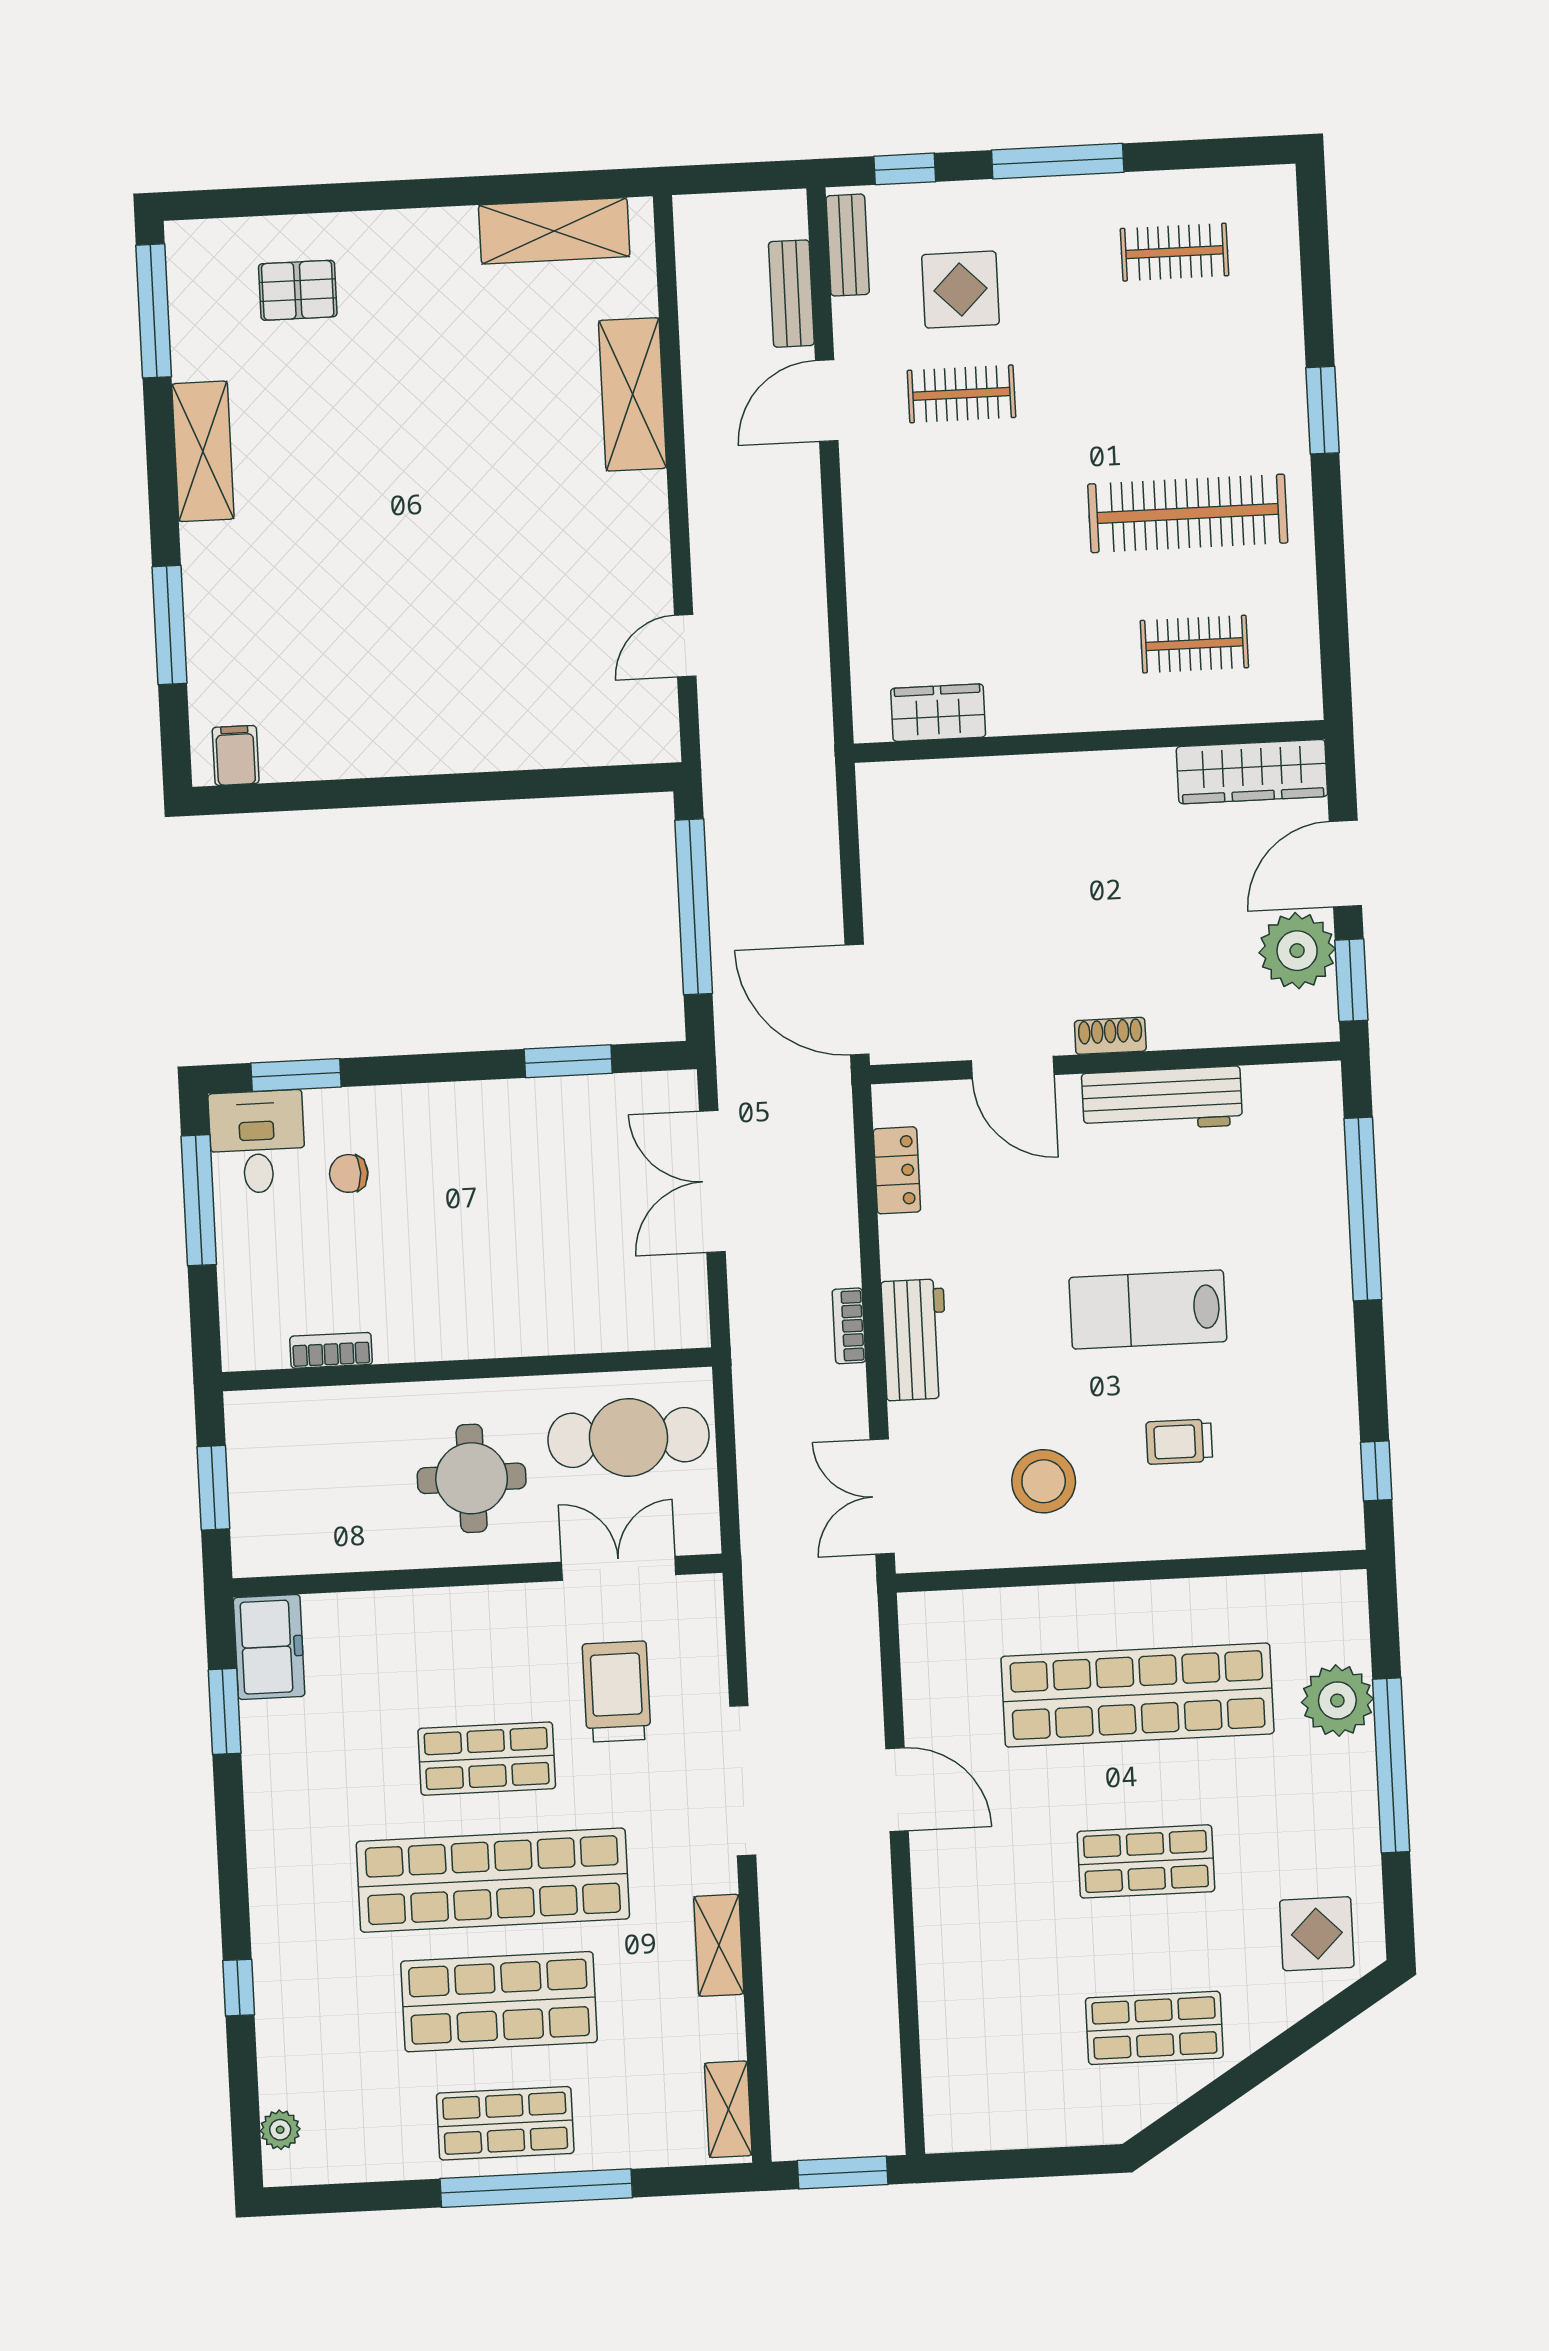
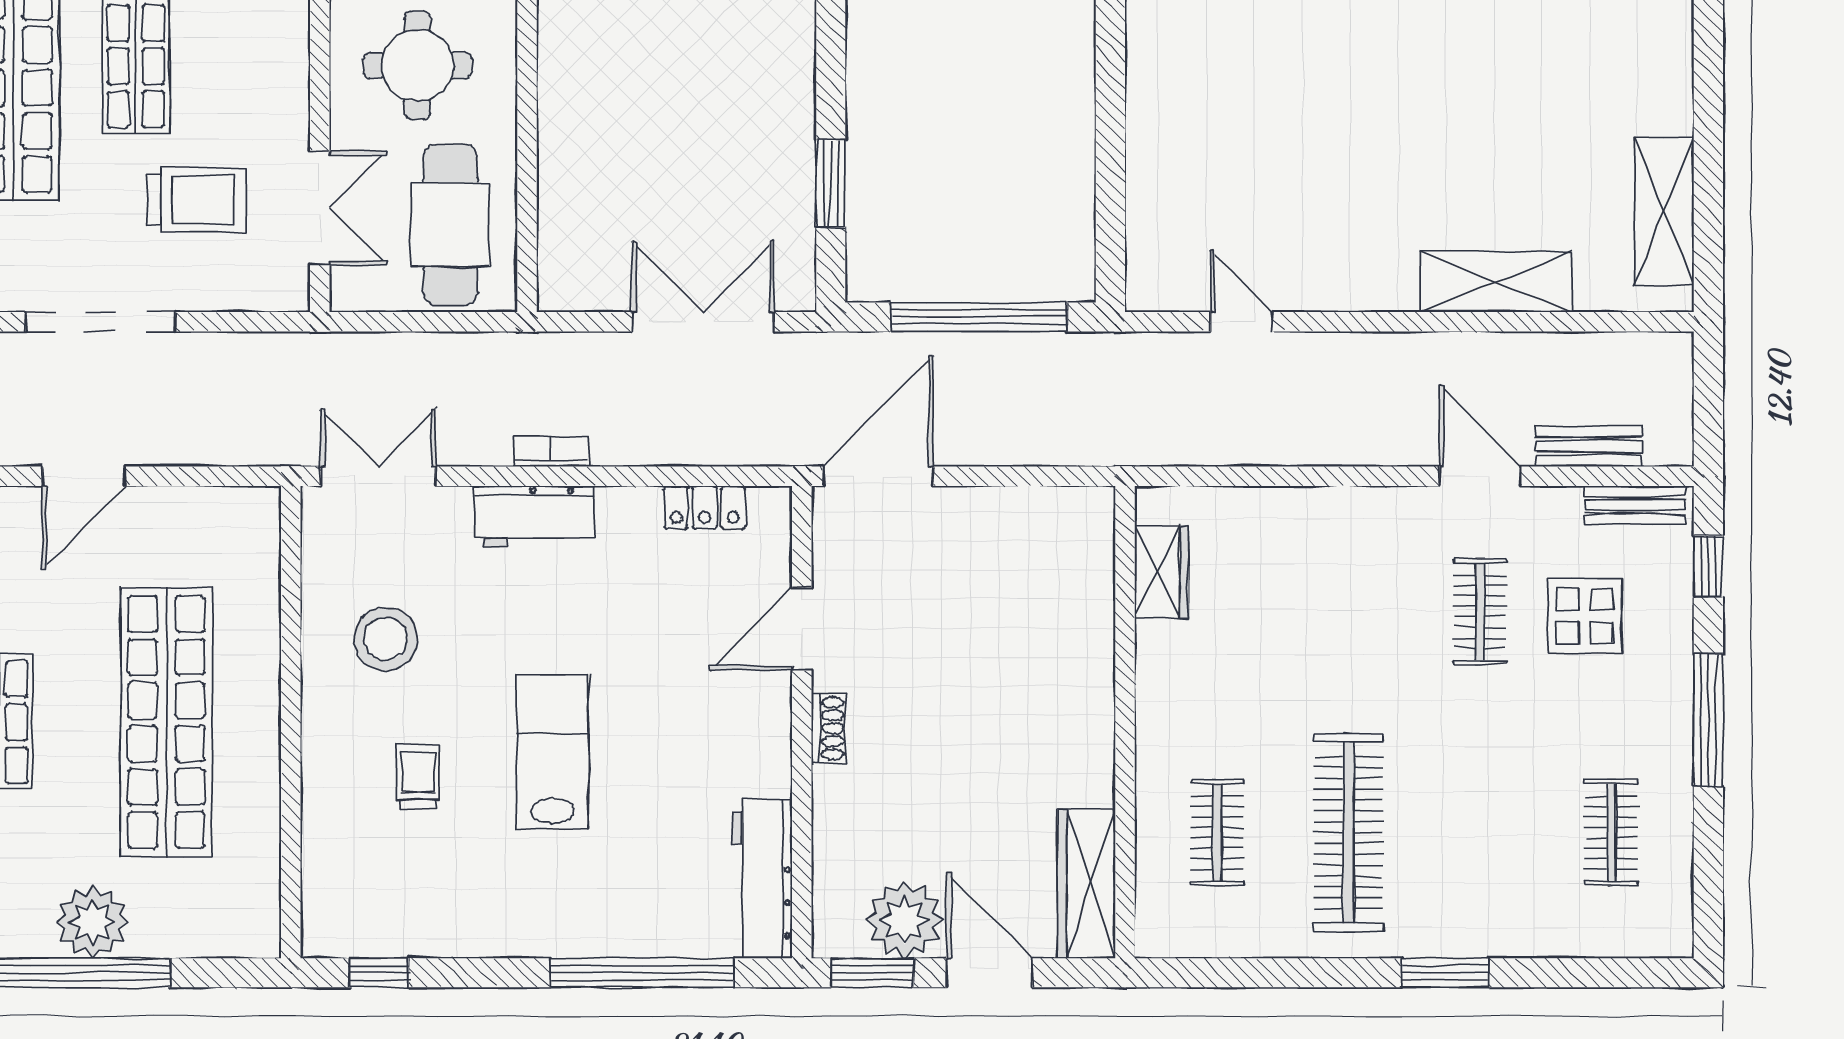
workbench: (1162, 1099) -> (762, 879), moved
plant: (1337, 1701) -> (92, 922), moved

